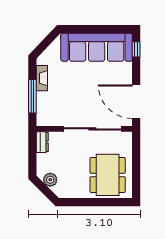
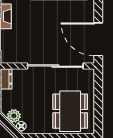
floor lamp: (58, 190) -> (21, 126), added

